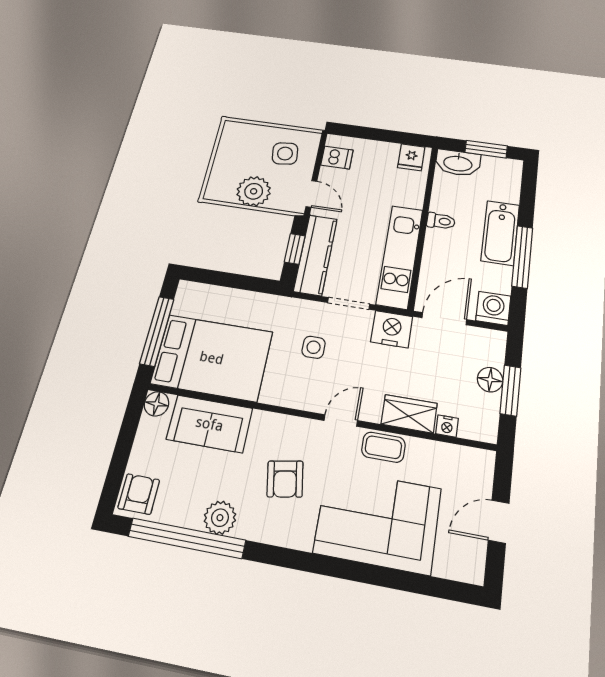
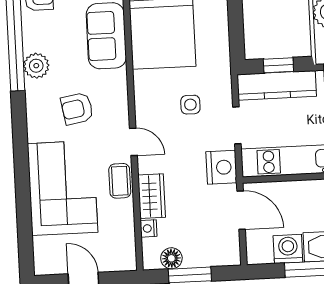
washing machine: (493, 308) -> (288, 249), moved, turned -90
floor lamp: (490, 380) -> (171, 258), moved

